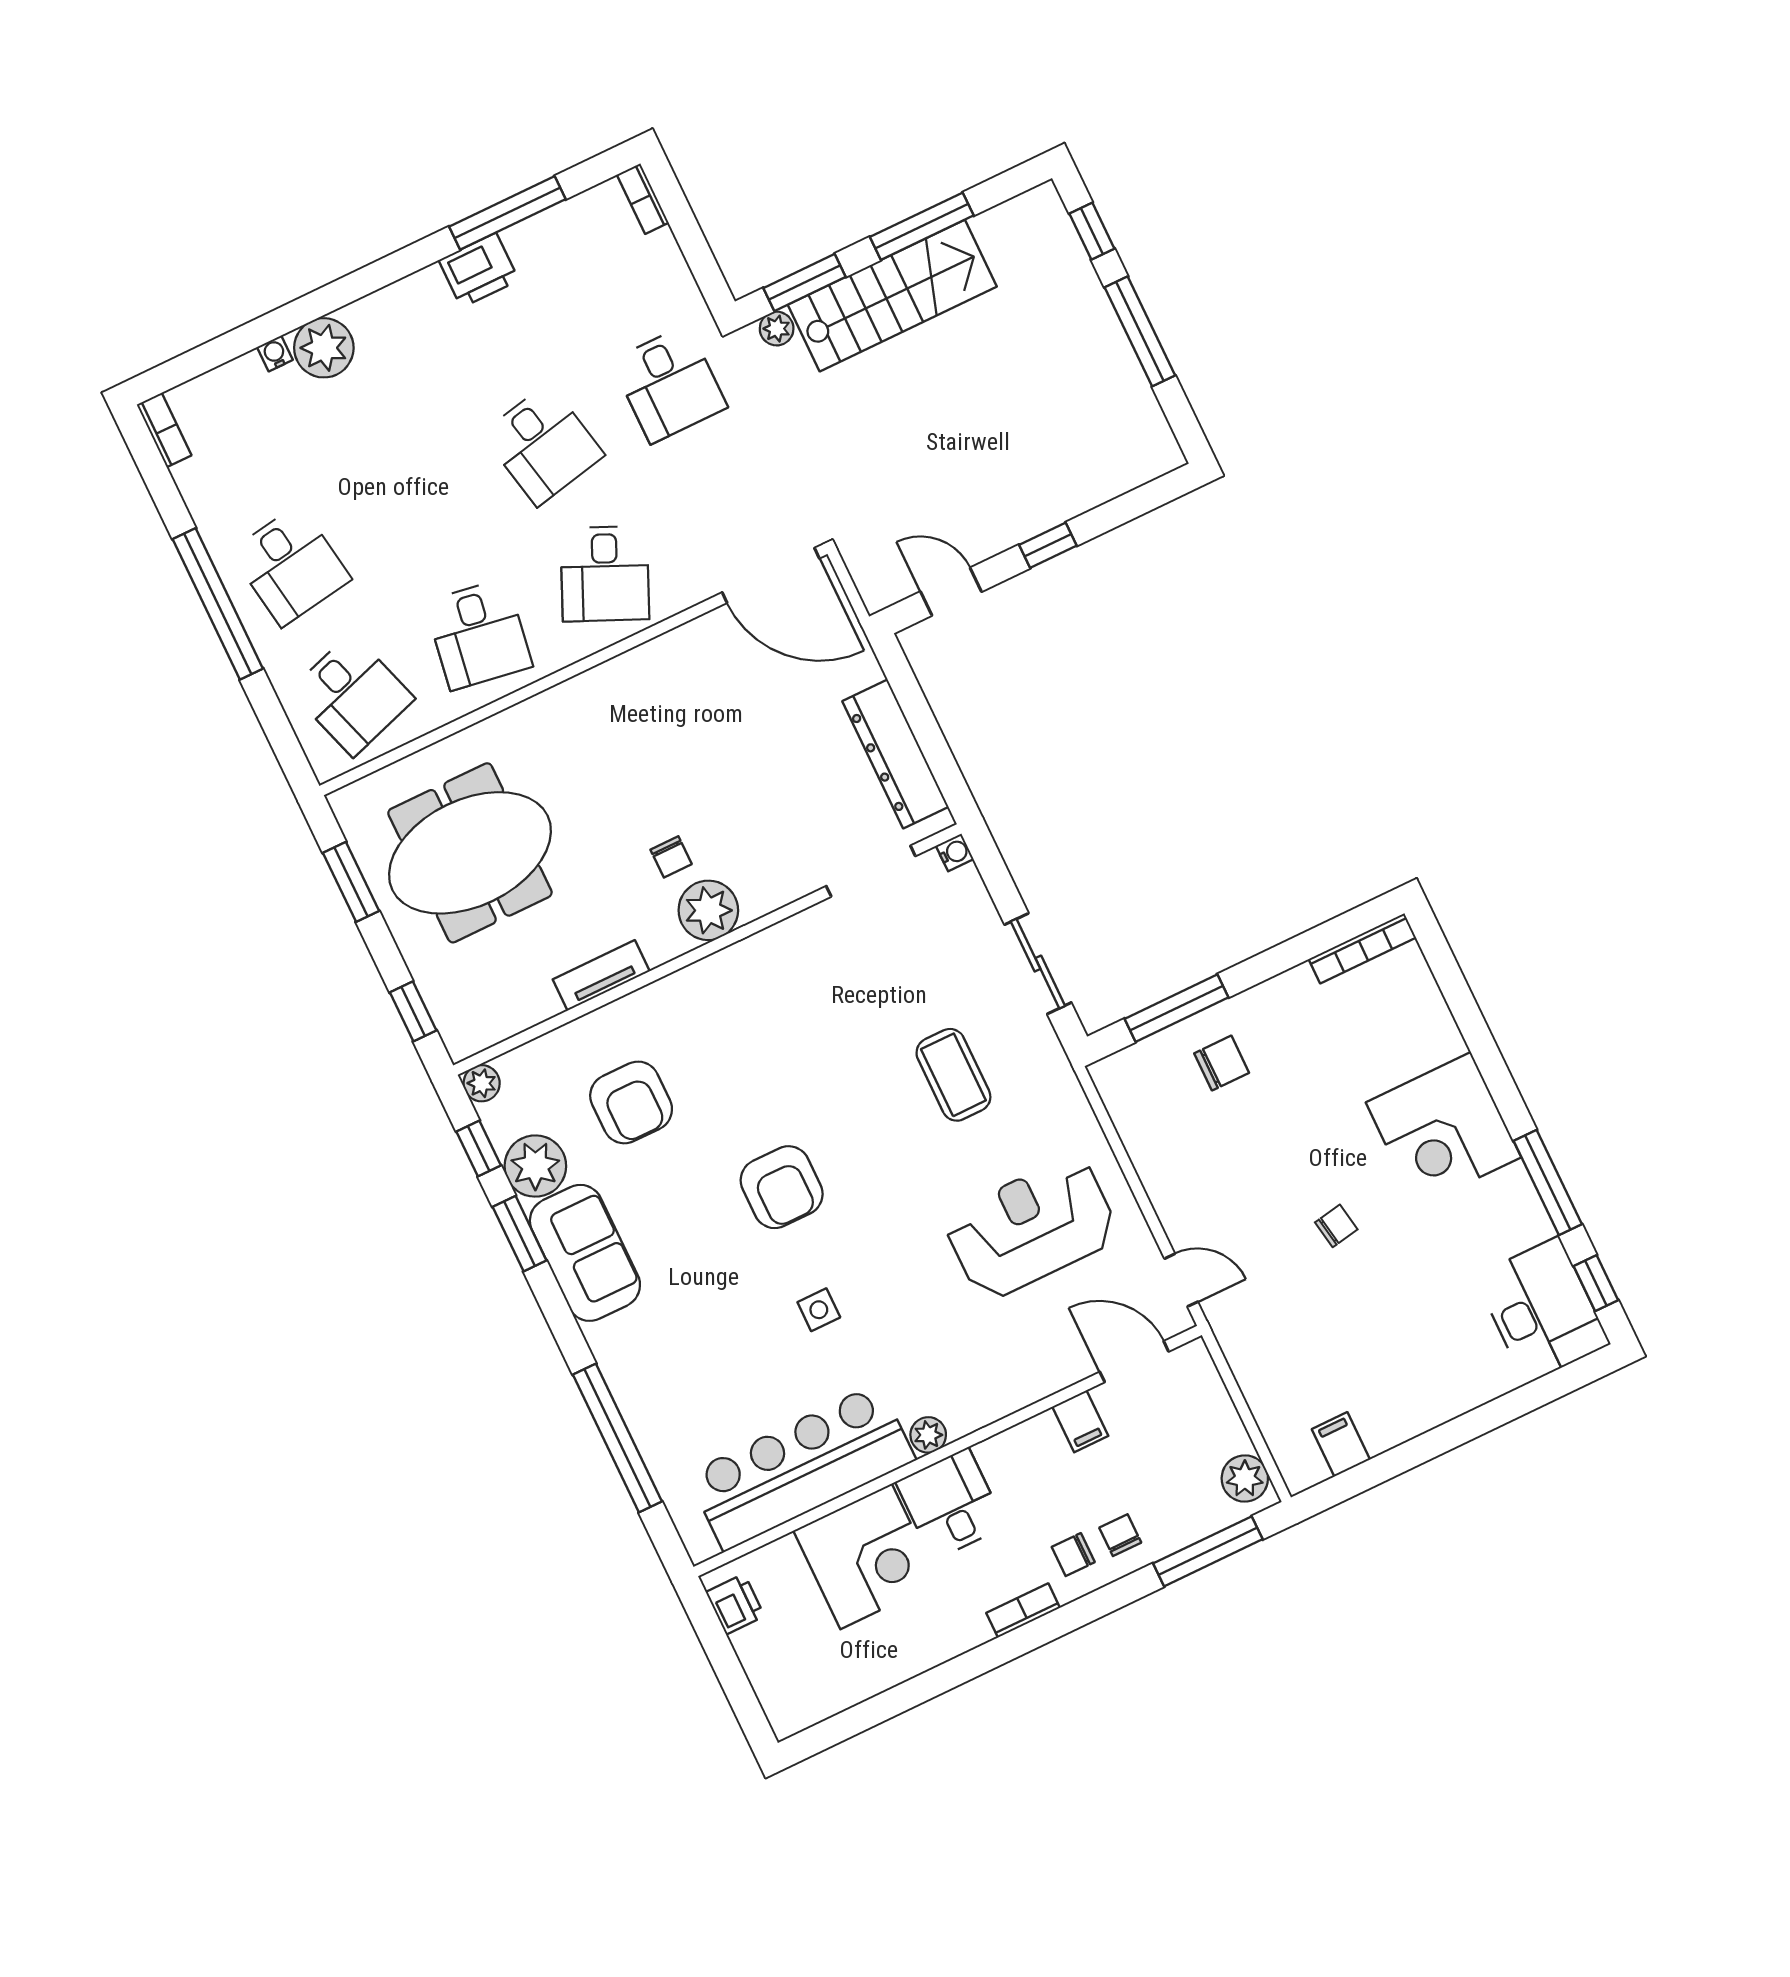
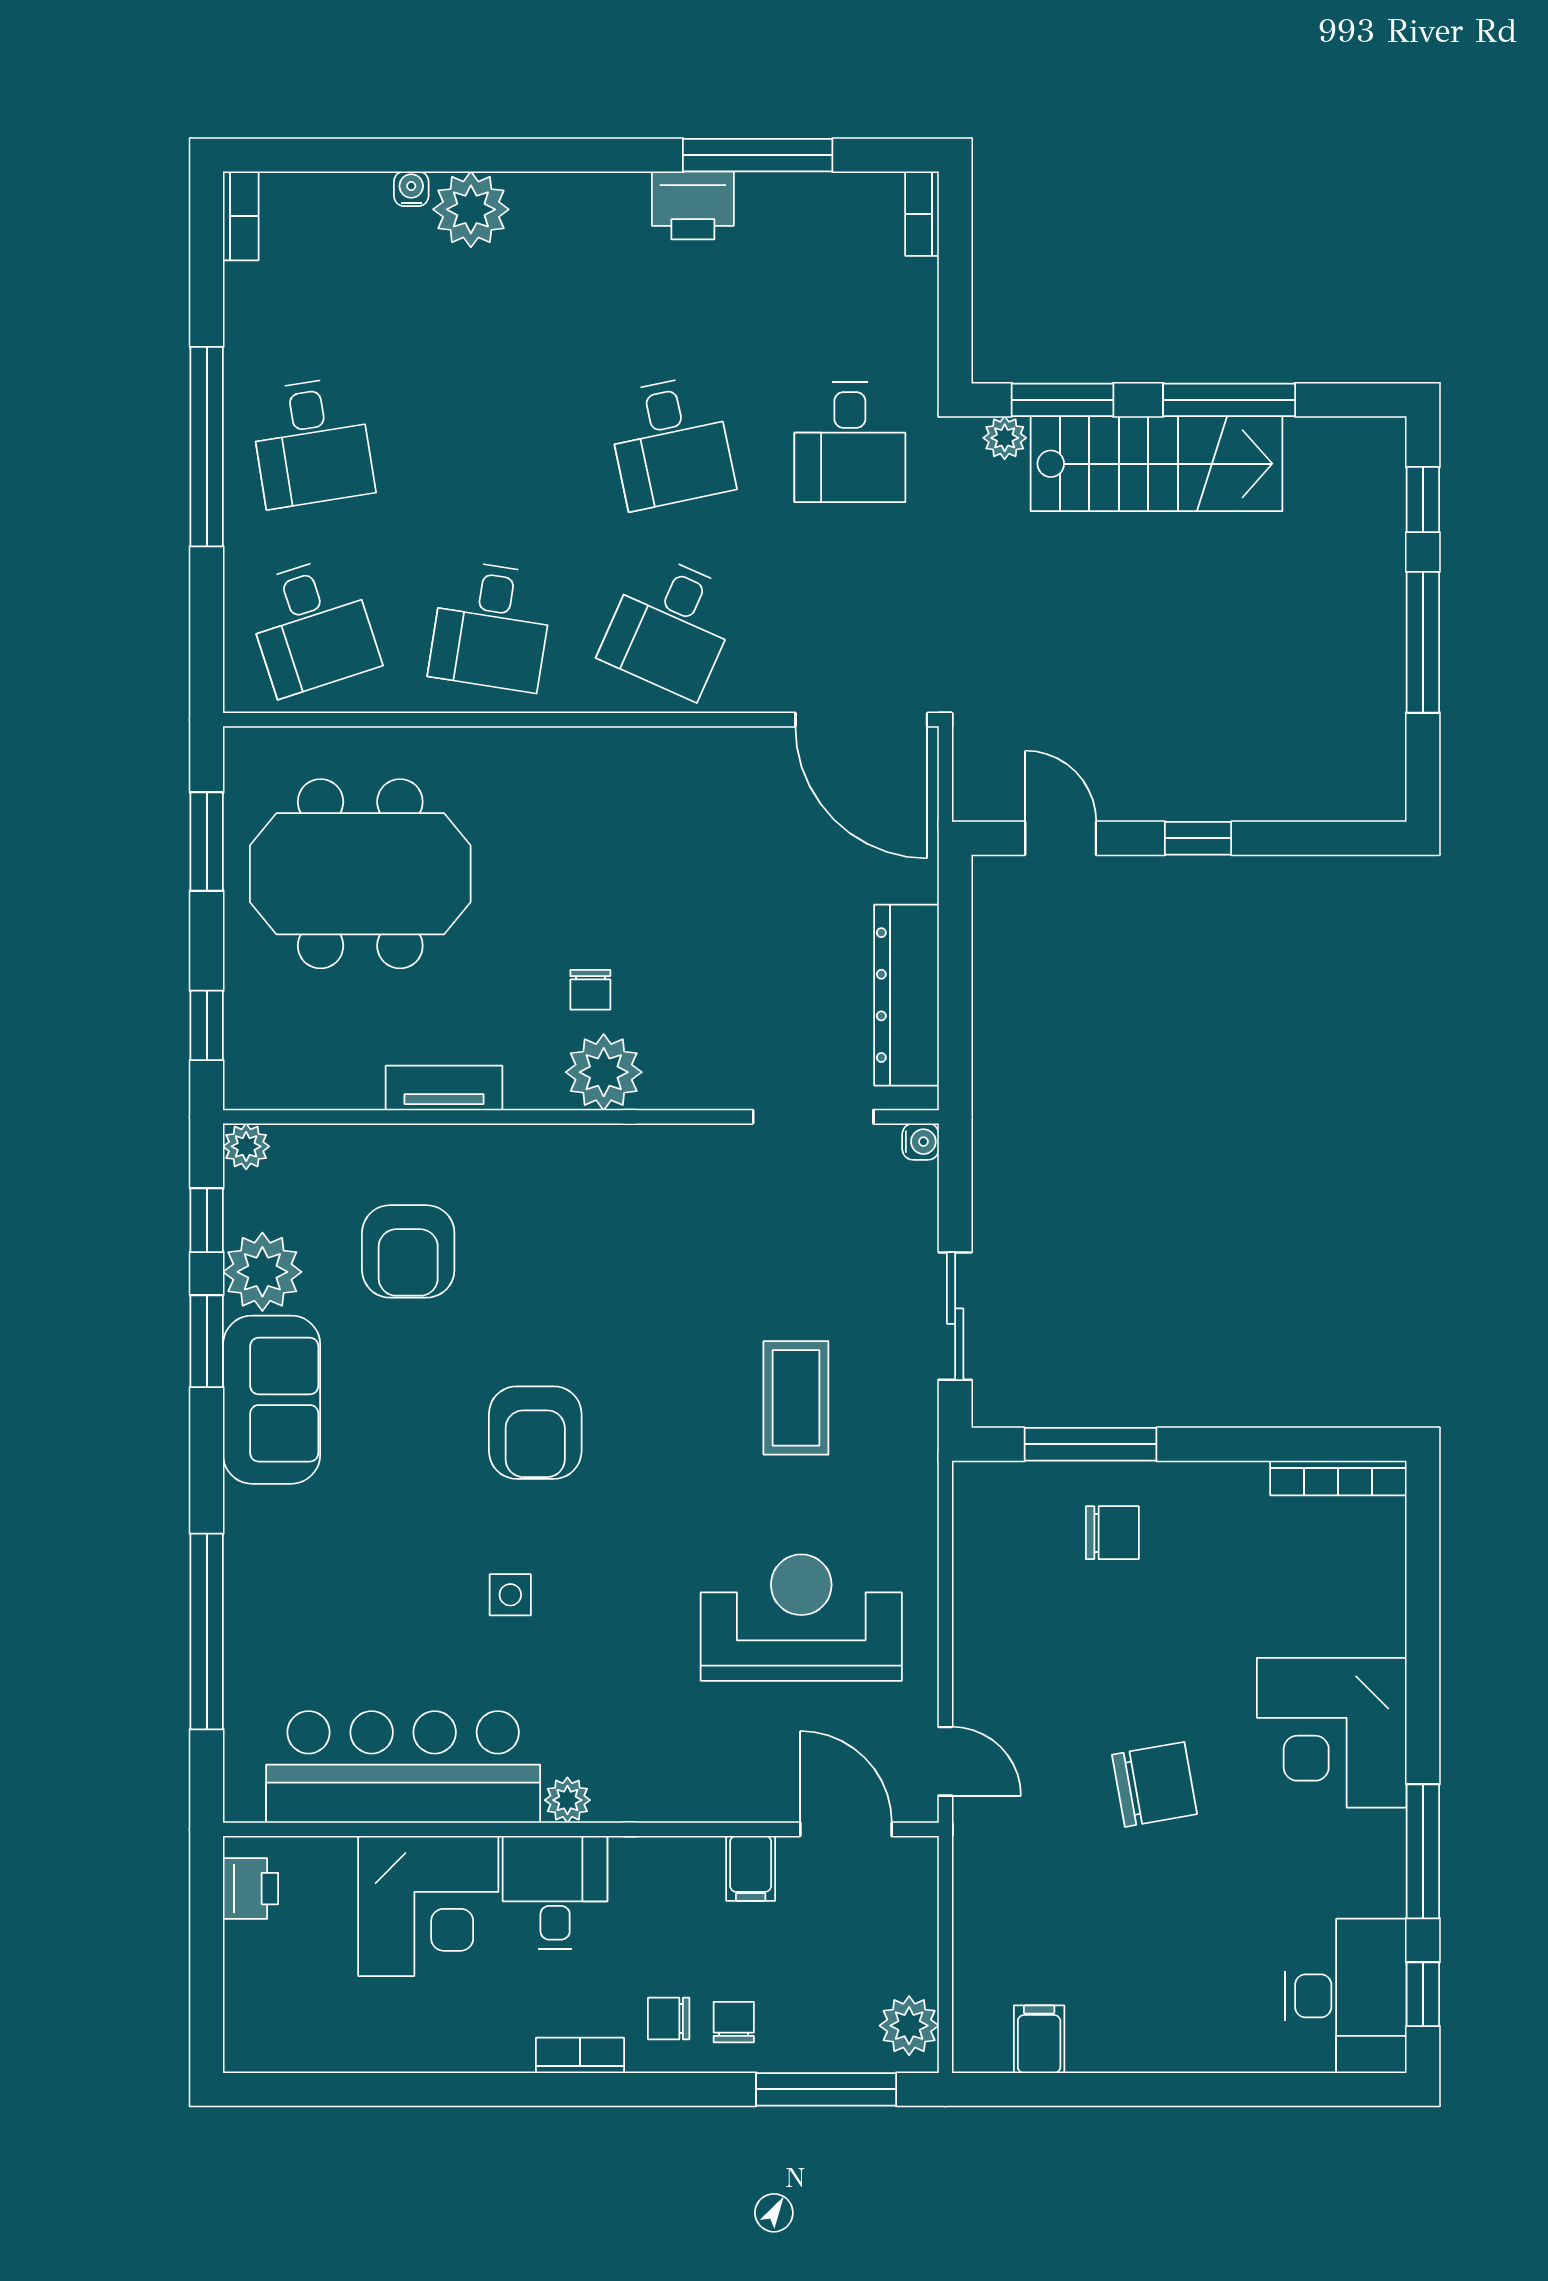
chair: (1336, 1226) -> (1155, 1784), width x1.87, depth x1.87

